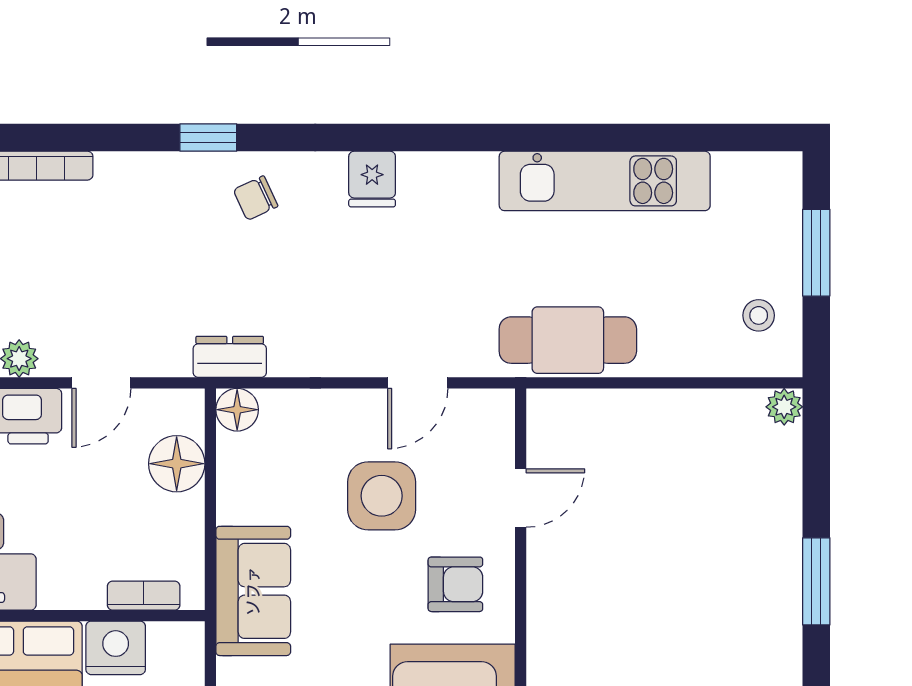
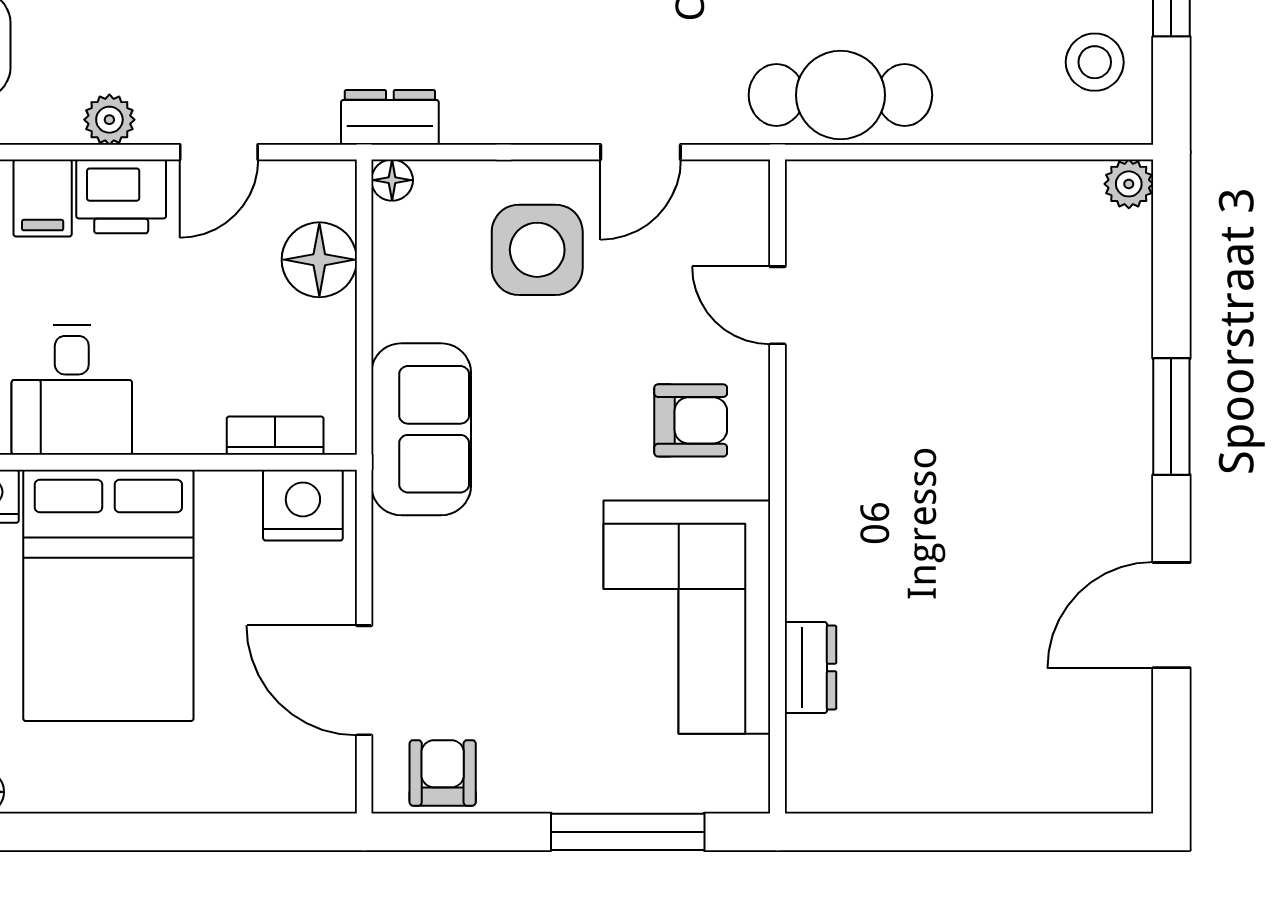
stool: (759, 315) -> (1095, 62), width x1.37, depth x1.37
floor lamp: (237, 410) -> (392, 180), width x0.73, depth x0.73
side table: (382, 496) -> (537, 250), moved
door: (521, 498) -> (778, 305), swing flipped
nightstand: (116, 648) -> (303, 505), moved

